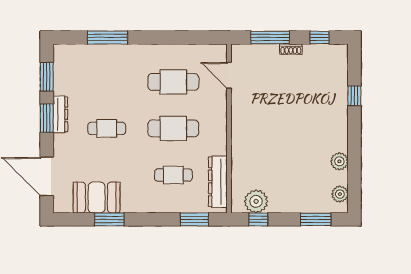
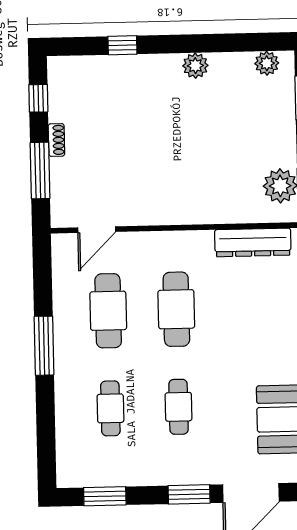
window: (107, 38) -> (44, 346), moved
dresser: (60, 114) -> (160, 475), removed
window: (47, 118) -> (189, 494), moved
plant: (339, 161) -> (195, 66), moved
cafe table: (173, 175) -> (110, 408), moved

